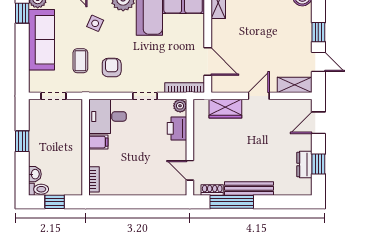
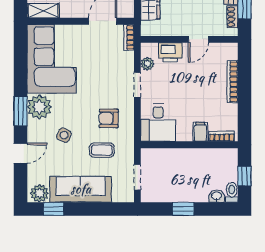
bookcase: (185, 88) -> (129, 37), width x0.64
plant: (180, 106) -> (147, 64), moved
filing cabinet: (98, 142) -> (200, 132), moved
door: (190, 170) -> (198, 39), moved
bookcase: (148, 190) -> (232, 82), added

